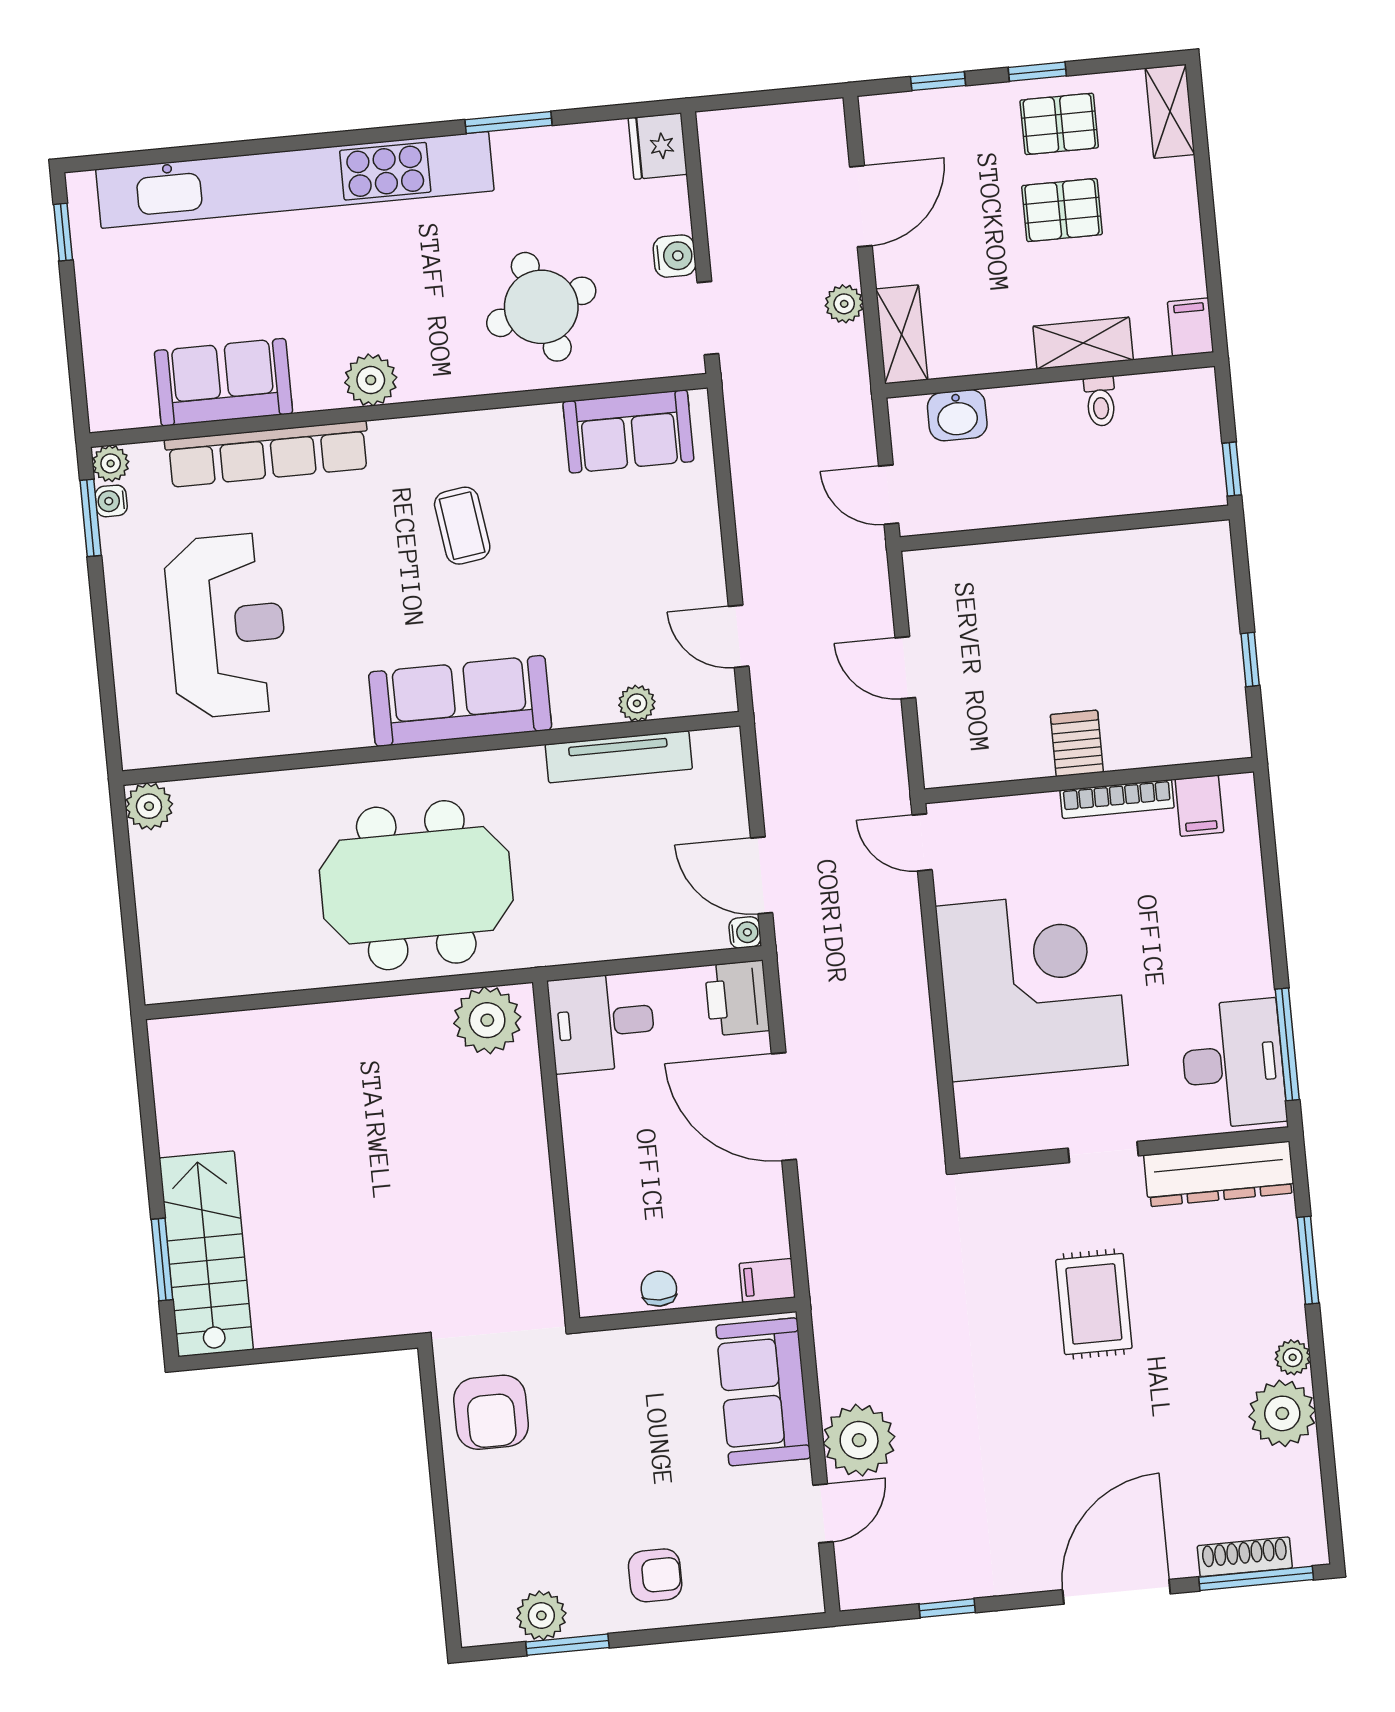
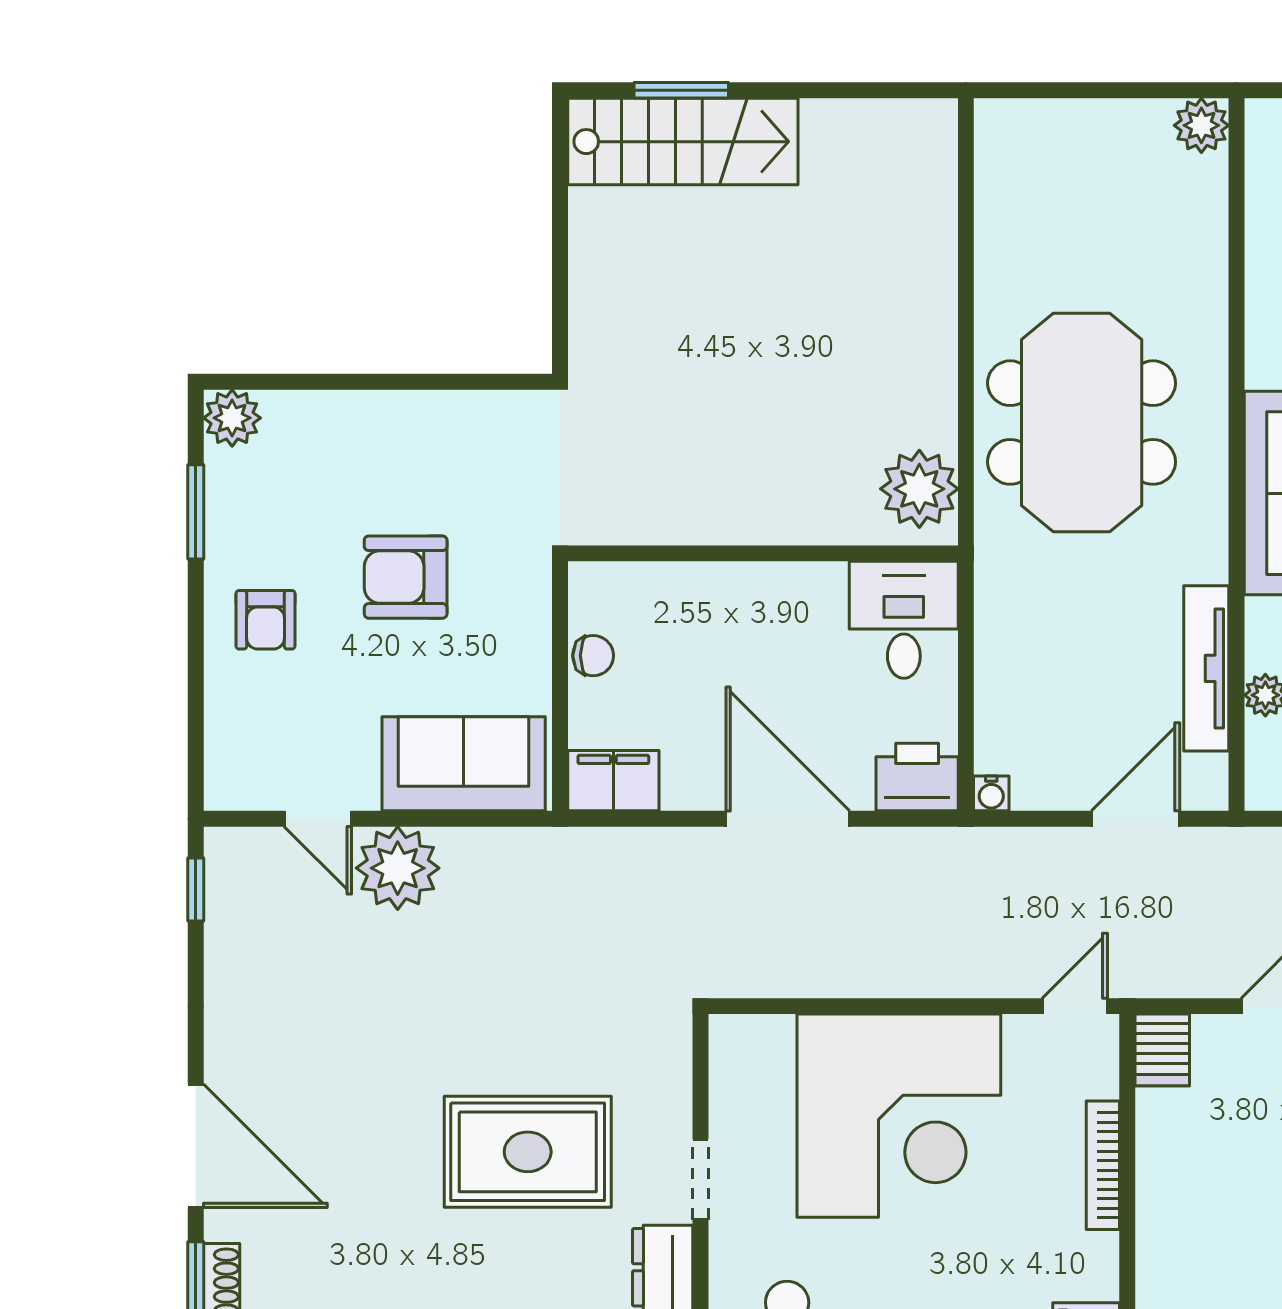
server rack: (1077, 743) -> (1162, 1050), moved, turned 90
bookcase: (1117, 799) -> (1103, 1165), moved
door: (762, 875) -> (1136, 819), moved
door: (784, 1107) -> (788, 819), hinge flipped
filing cabinet: (767, 1280) -> (613, 781), width x2.00
rug: (1094, 1304) -> (528, 1152), width x1.36, depth x1.43
armchair: (491, 1412) -> (406, 577), moved
window: (947, 1608) -> (196, 890), moved
plant: (541, 1616) -> (232, 418), moved

